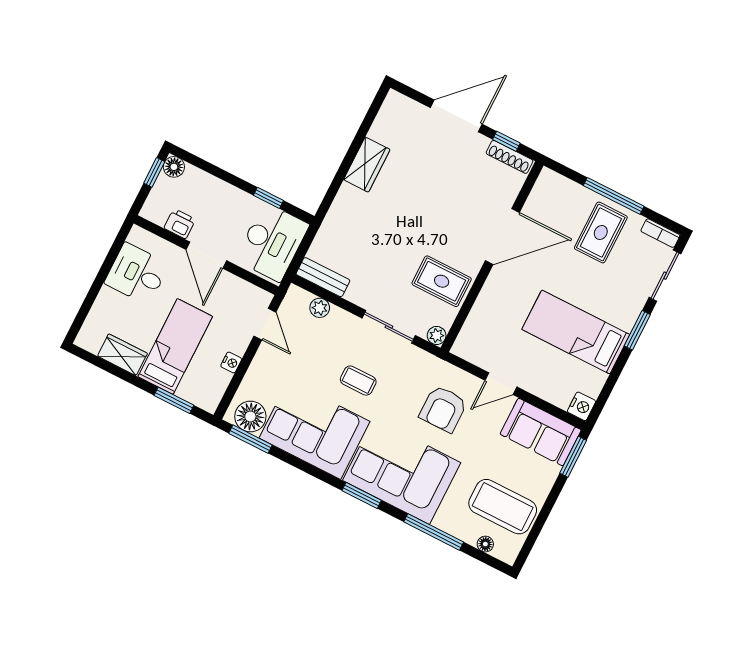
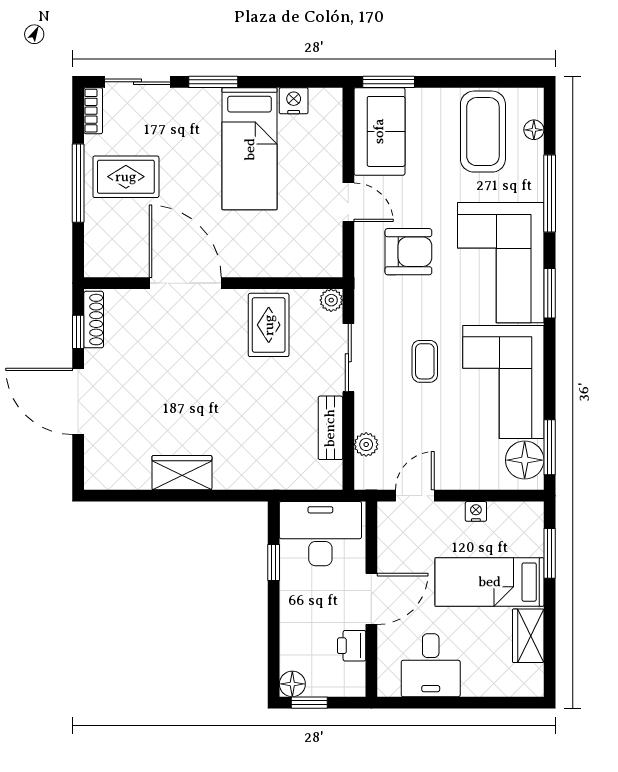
bench: (323, 277) -> (330, 428), moved
nightstand: (582, 406) -> (294, 101), moved

